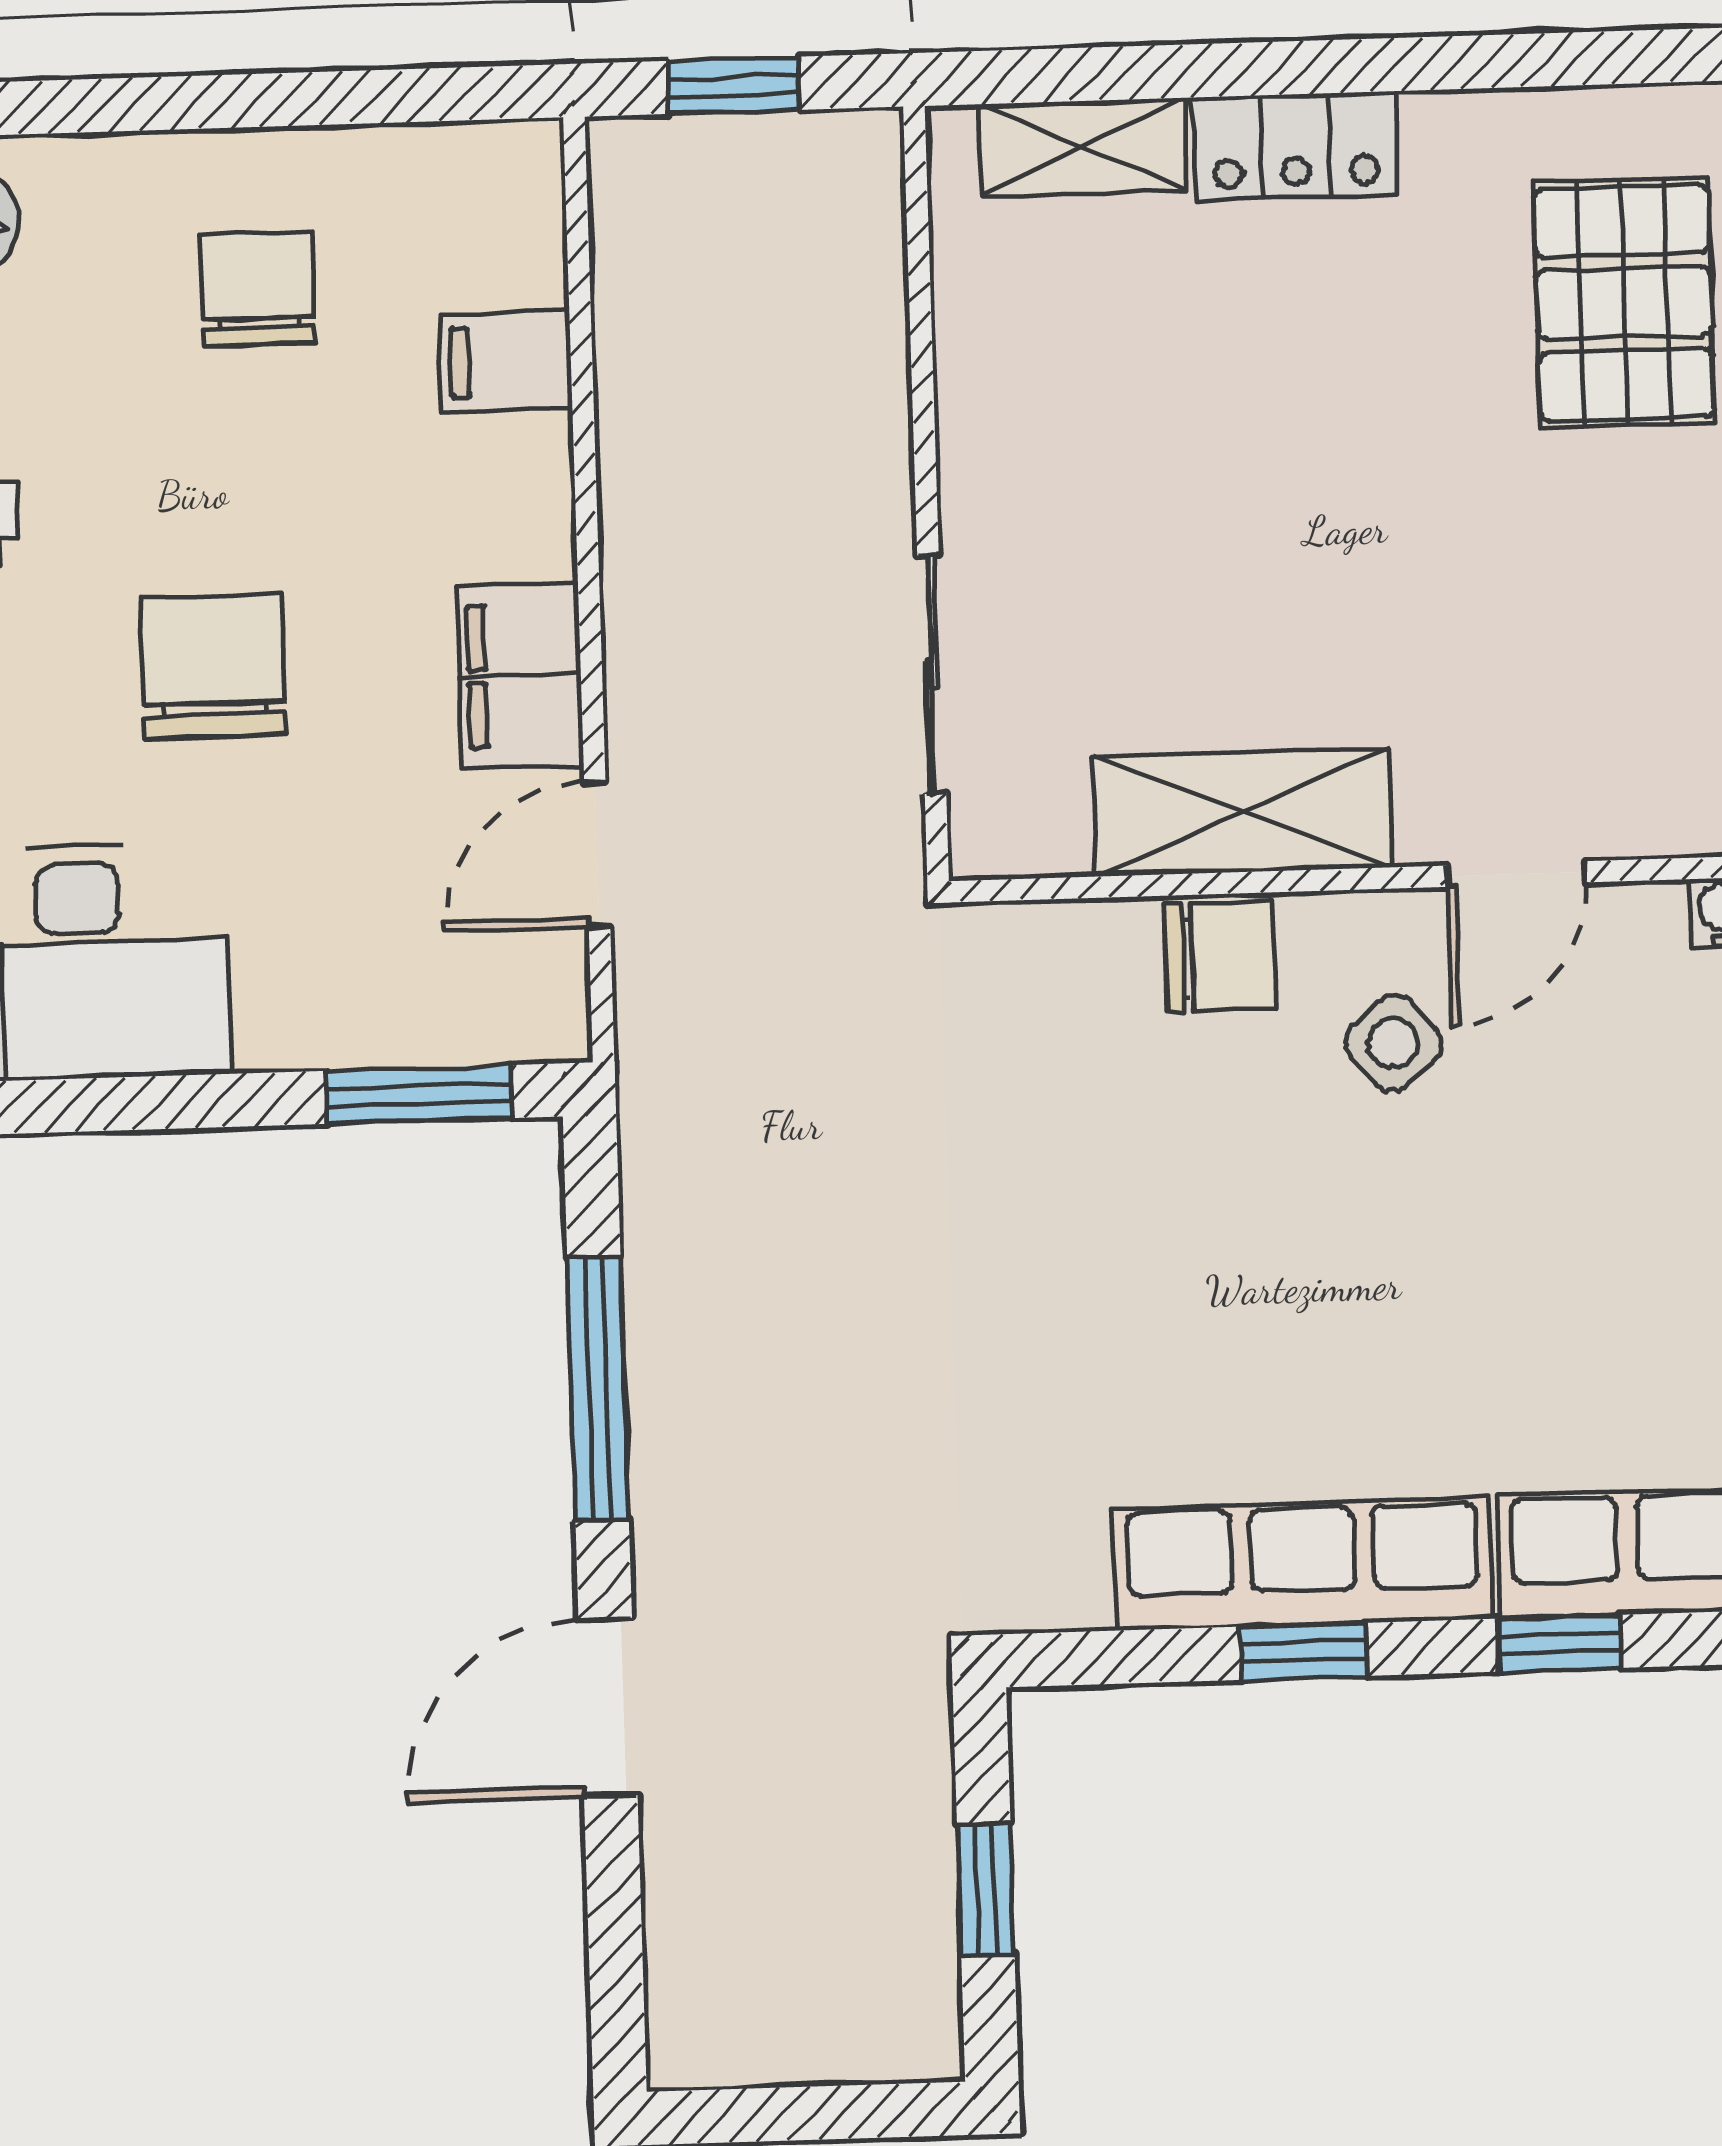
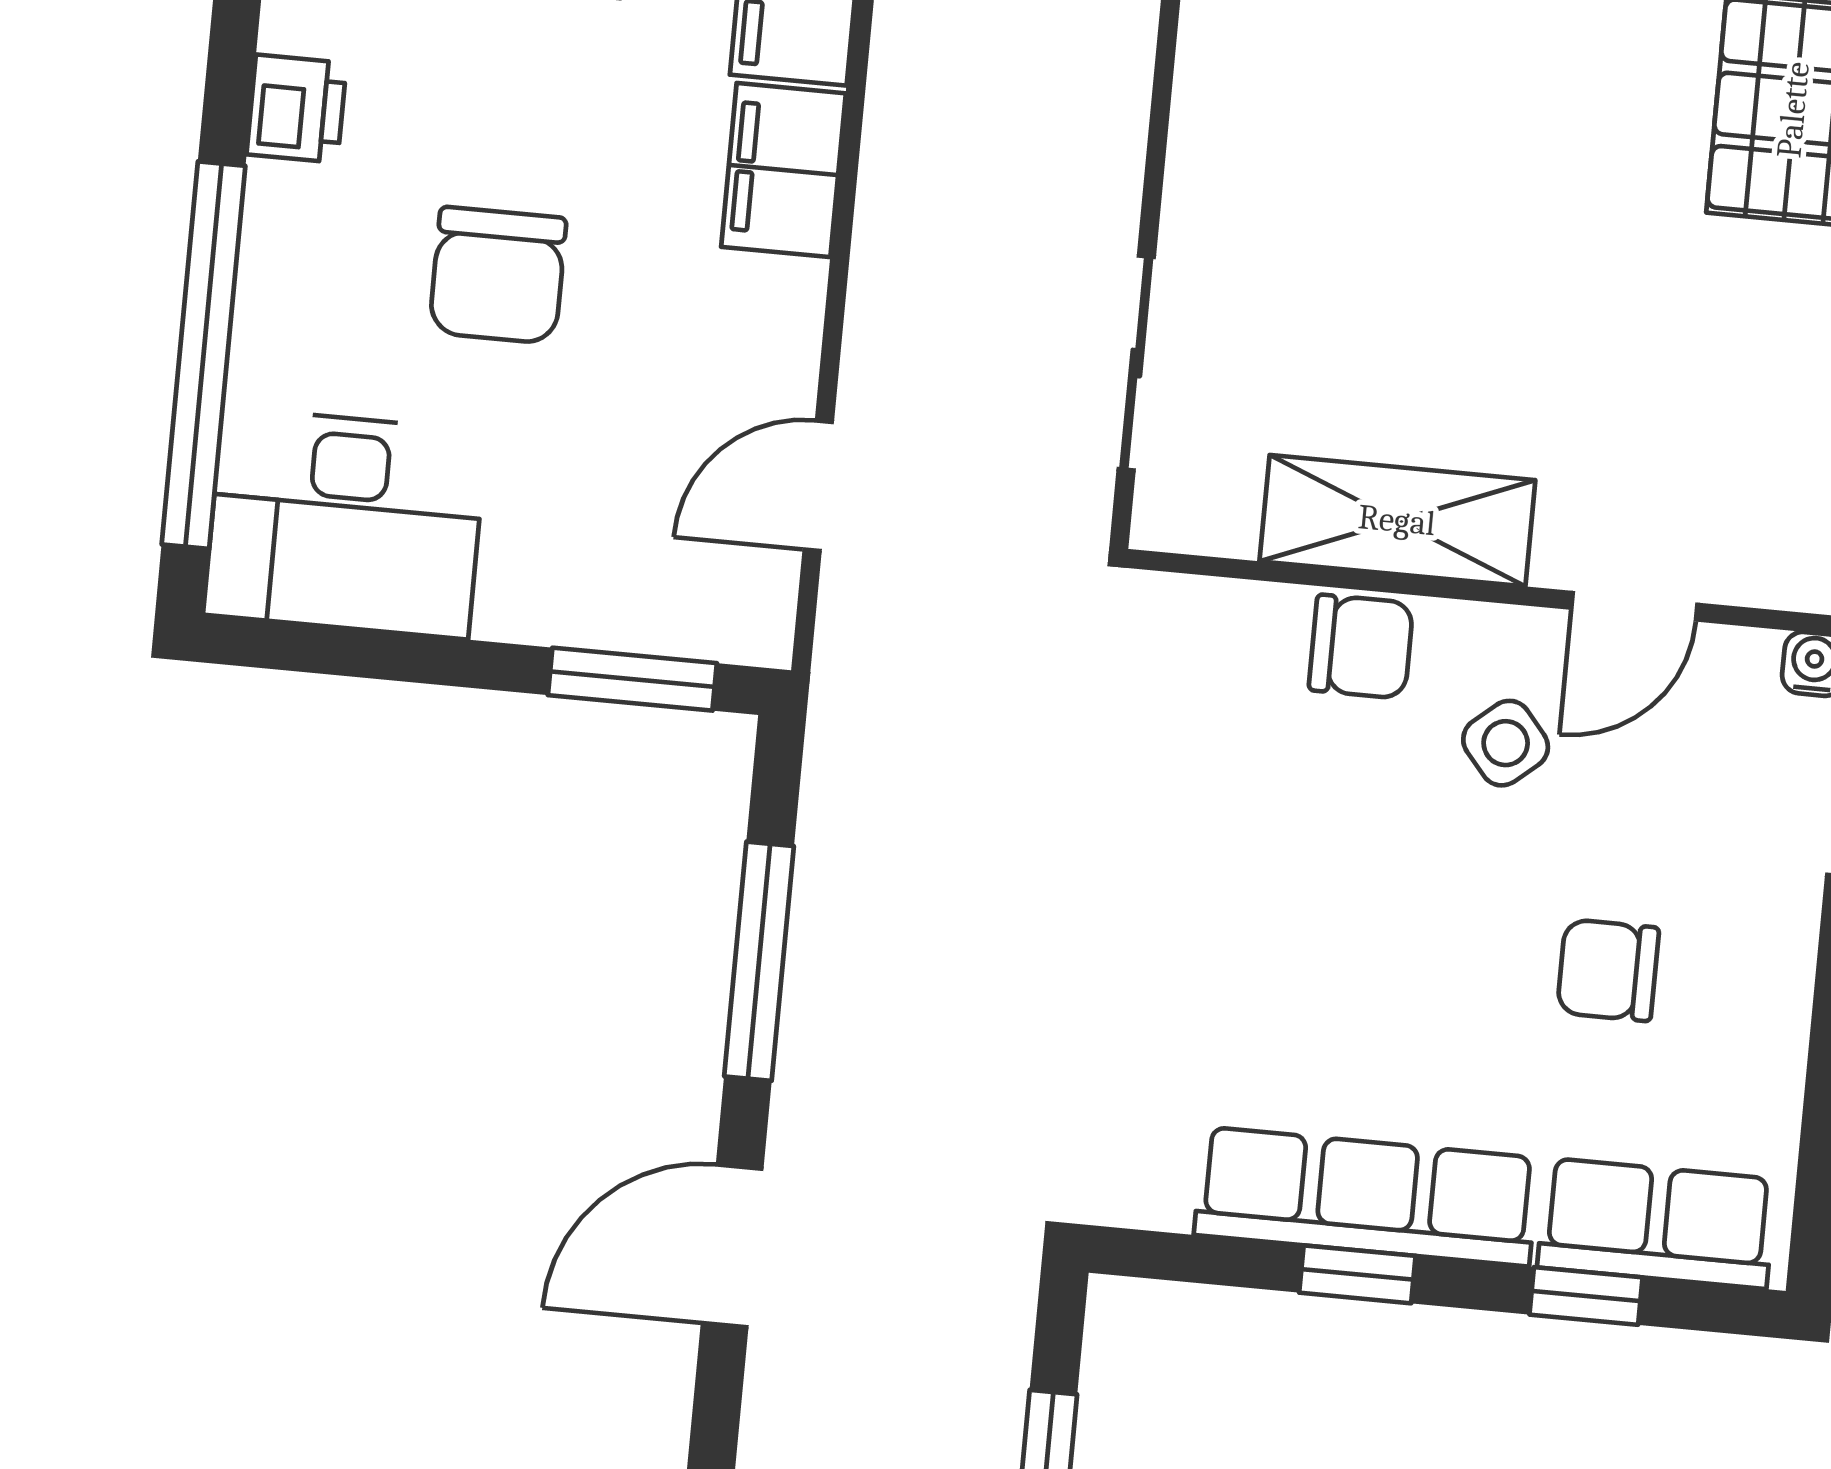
chair: (213, 667) -> (498, 275), turned 180
filing cabinet: (520, 676) -> (783, 170), moved
chair: (1538, 1280) -> (1608, 970), added

